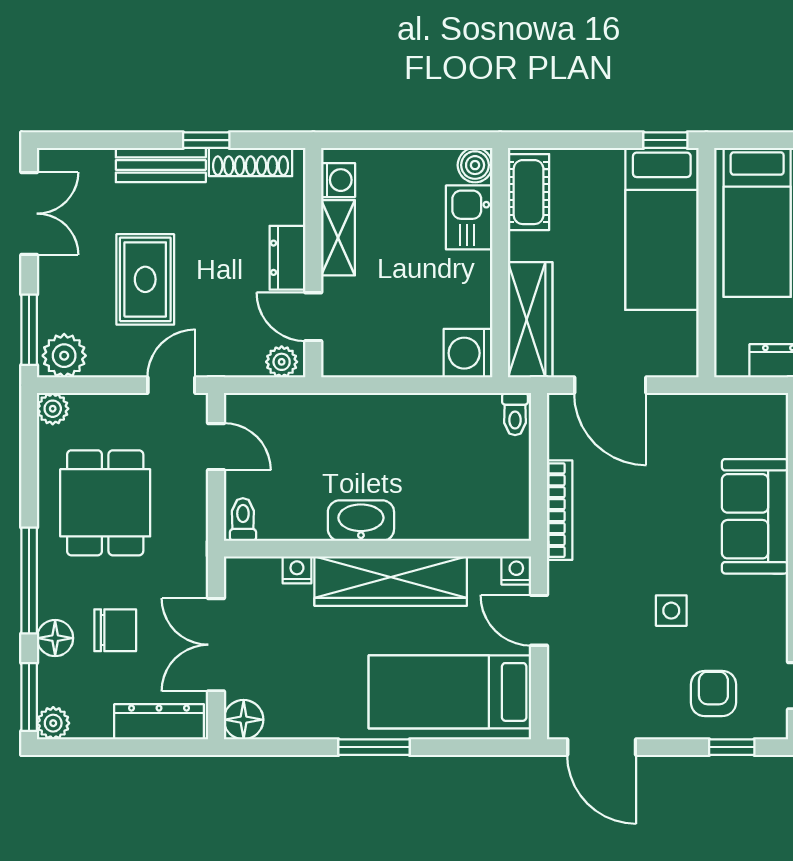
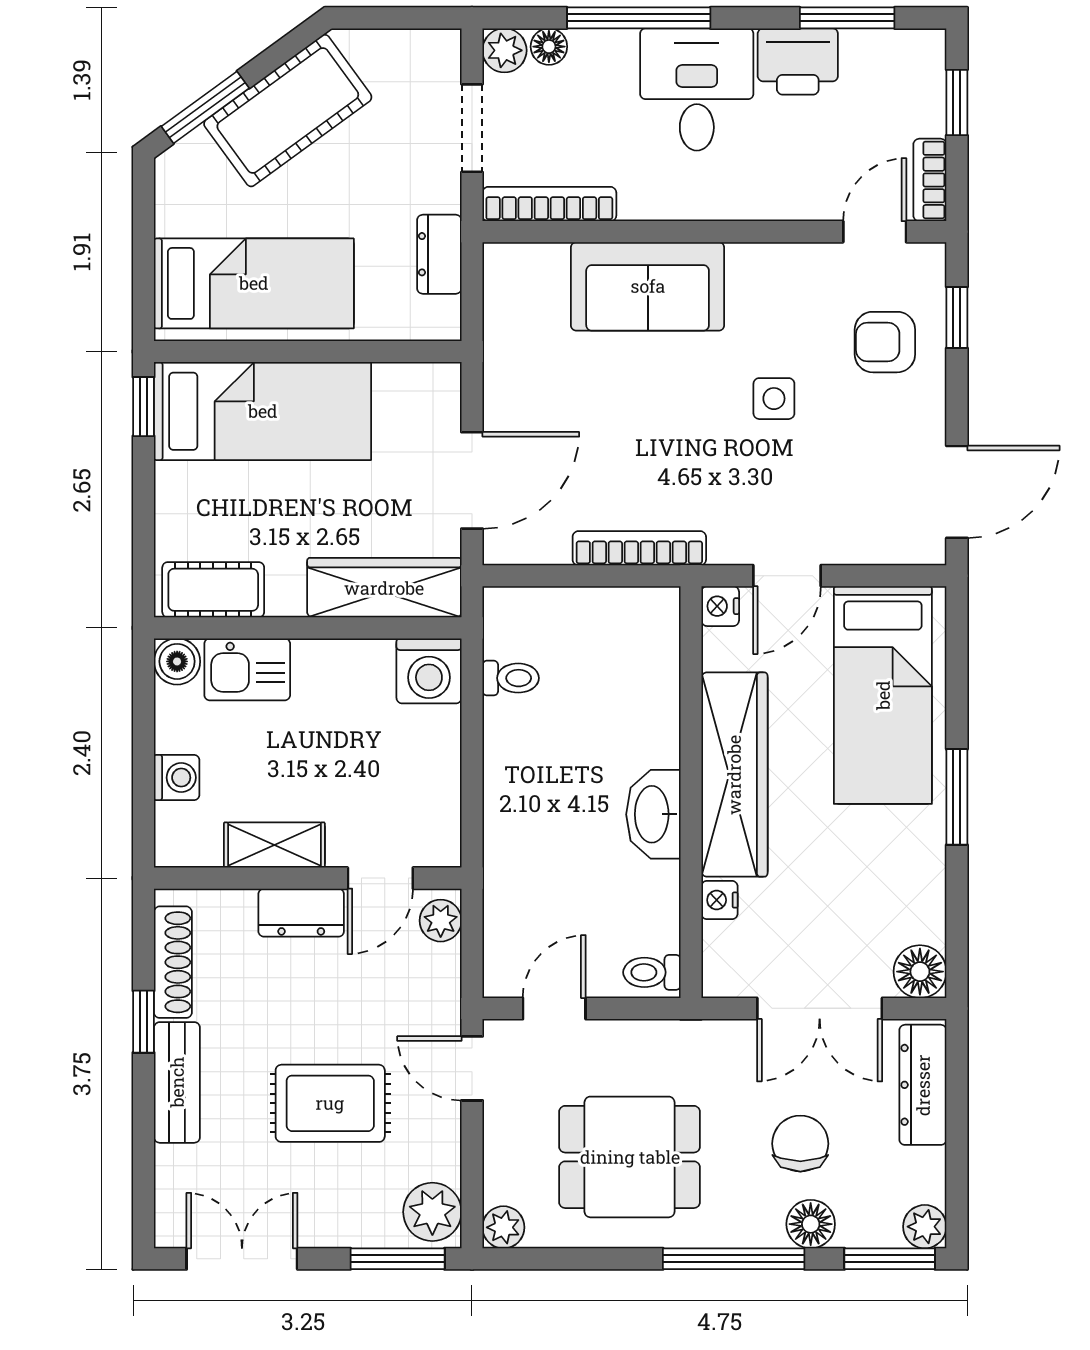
washing machine: (338, 180) -> (177, 778), moved, turned 90
toilet: (515, 414) -> (511, 678), moved

